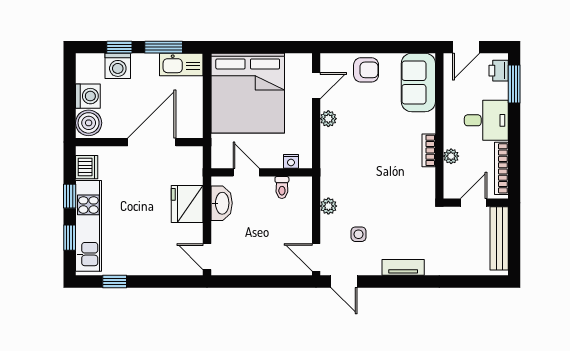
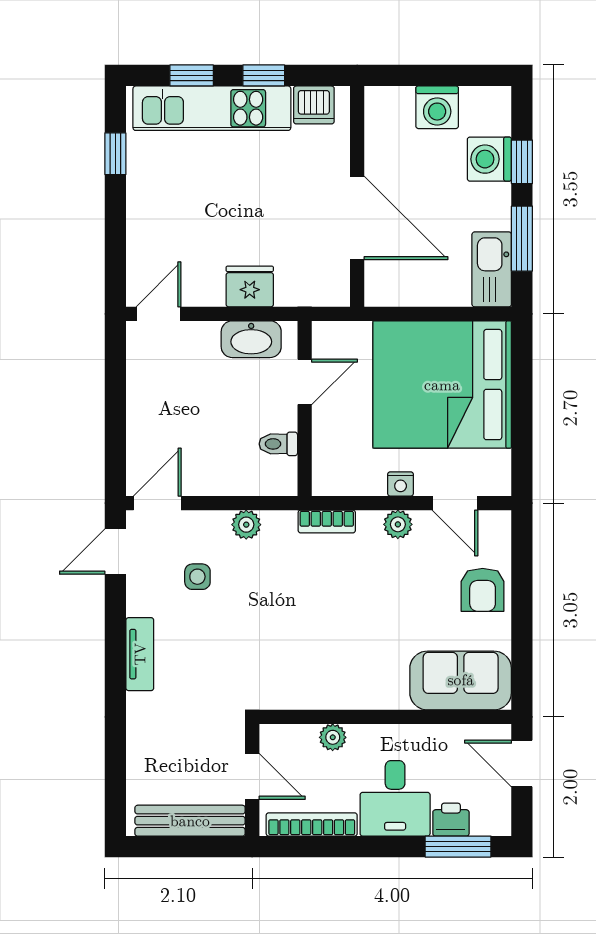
printer: (499, 71) -> (451, 820), moved
boiler: (89, 123) -> (391, 108), removed
bookcase: (429, 150) -> (327, 522), moved, turned 180
nightstand: (291, 161) -> (401, 484), moved, turned -90
fridge: (187, 204) -> (250, 286), width x0.73, depth x0.75

